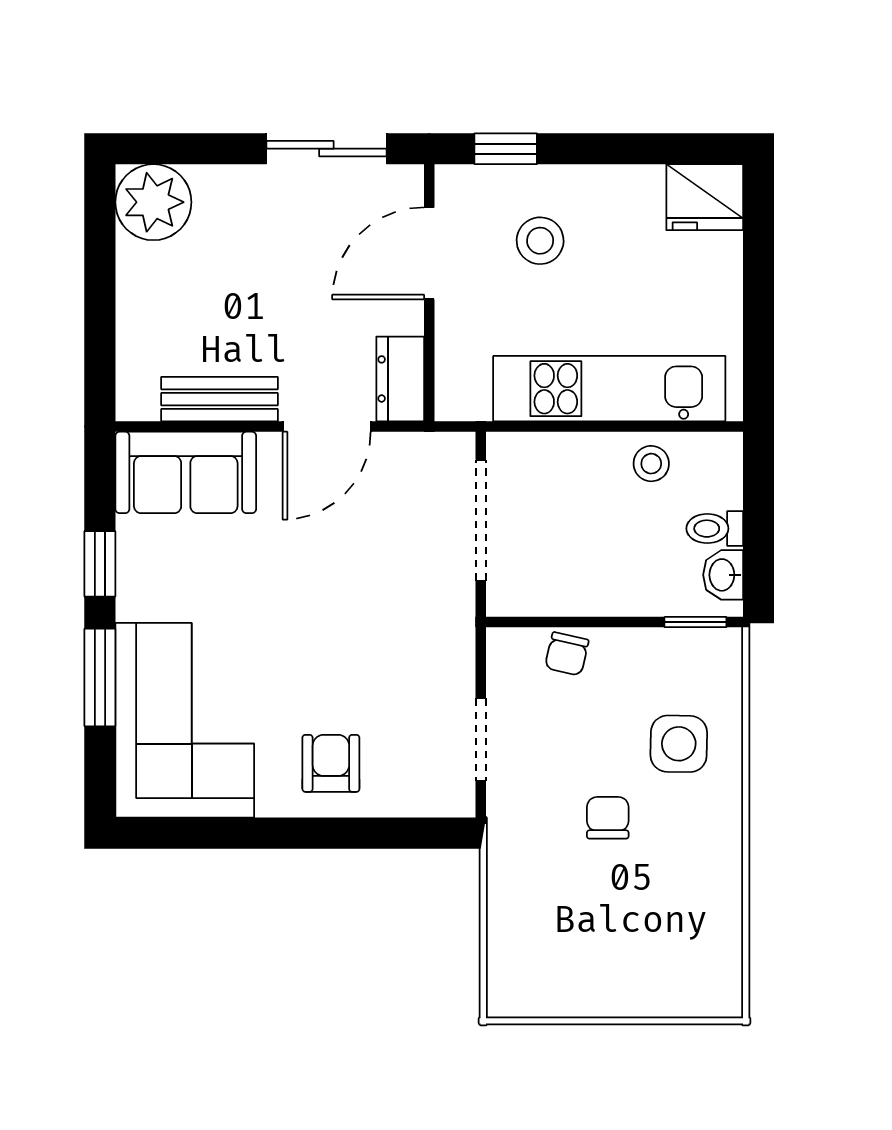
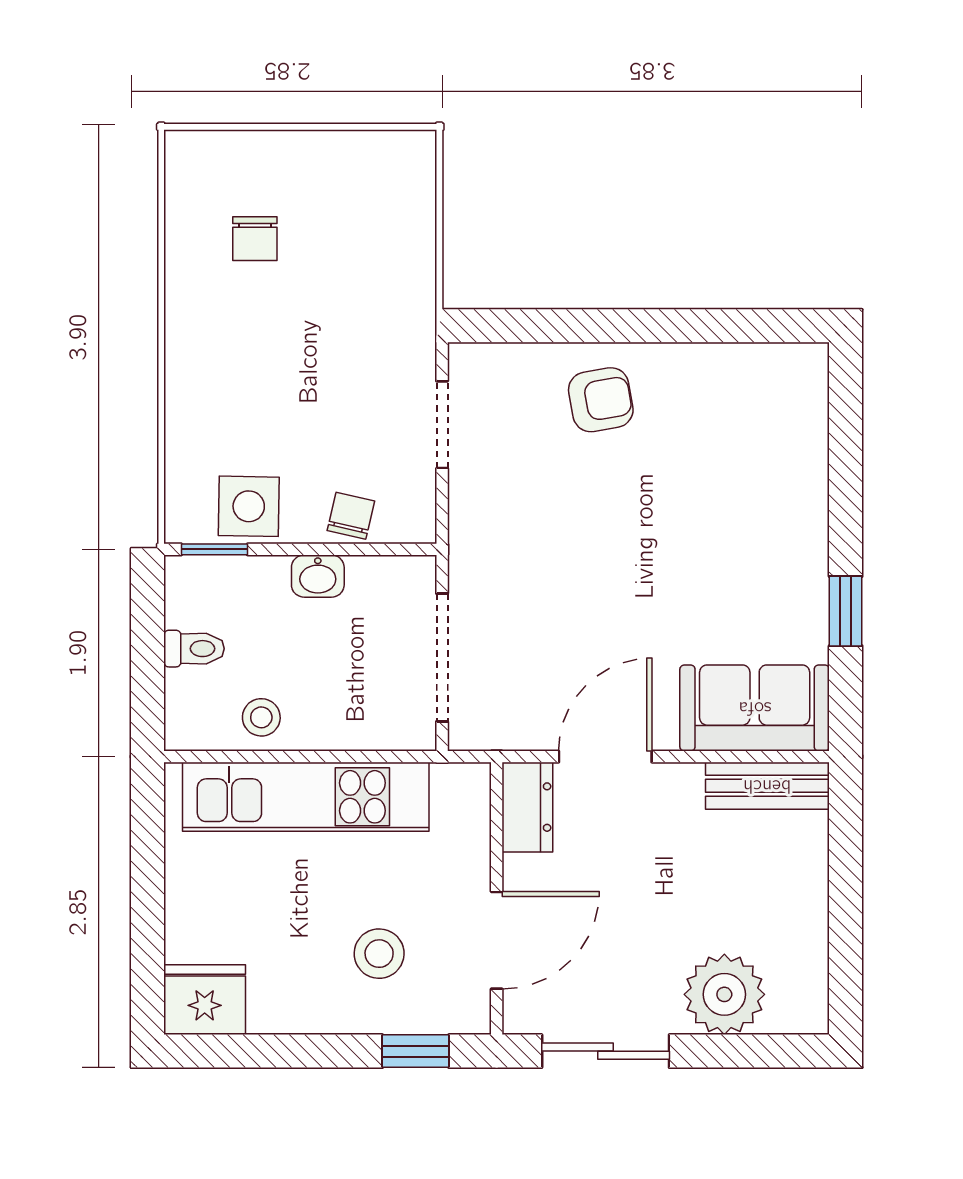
plant: (153, 202) -> (724, 994), moved
bench: (220, 399) -> (767, 786), moved
washbasin: (723, 575) -> (318, 576), moved, turned 90
window: (100, 677) -> (846, 491), removed
corner sofa: (185, 720) -> (756, 445), removed
side table: (679, 744) -> (249, 506), moved
armchair: (331, 763) -> (601, 400), turned -100
chair: (608, 818) -> (255, 239), moved

